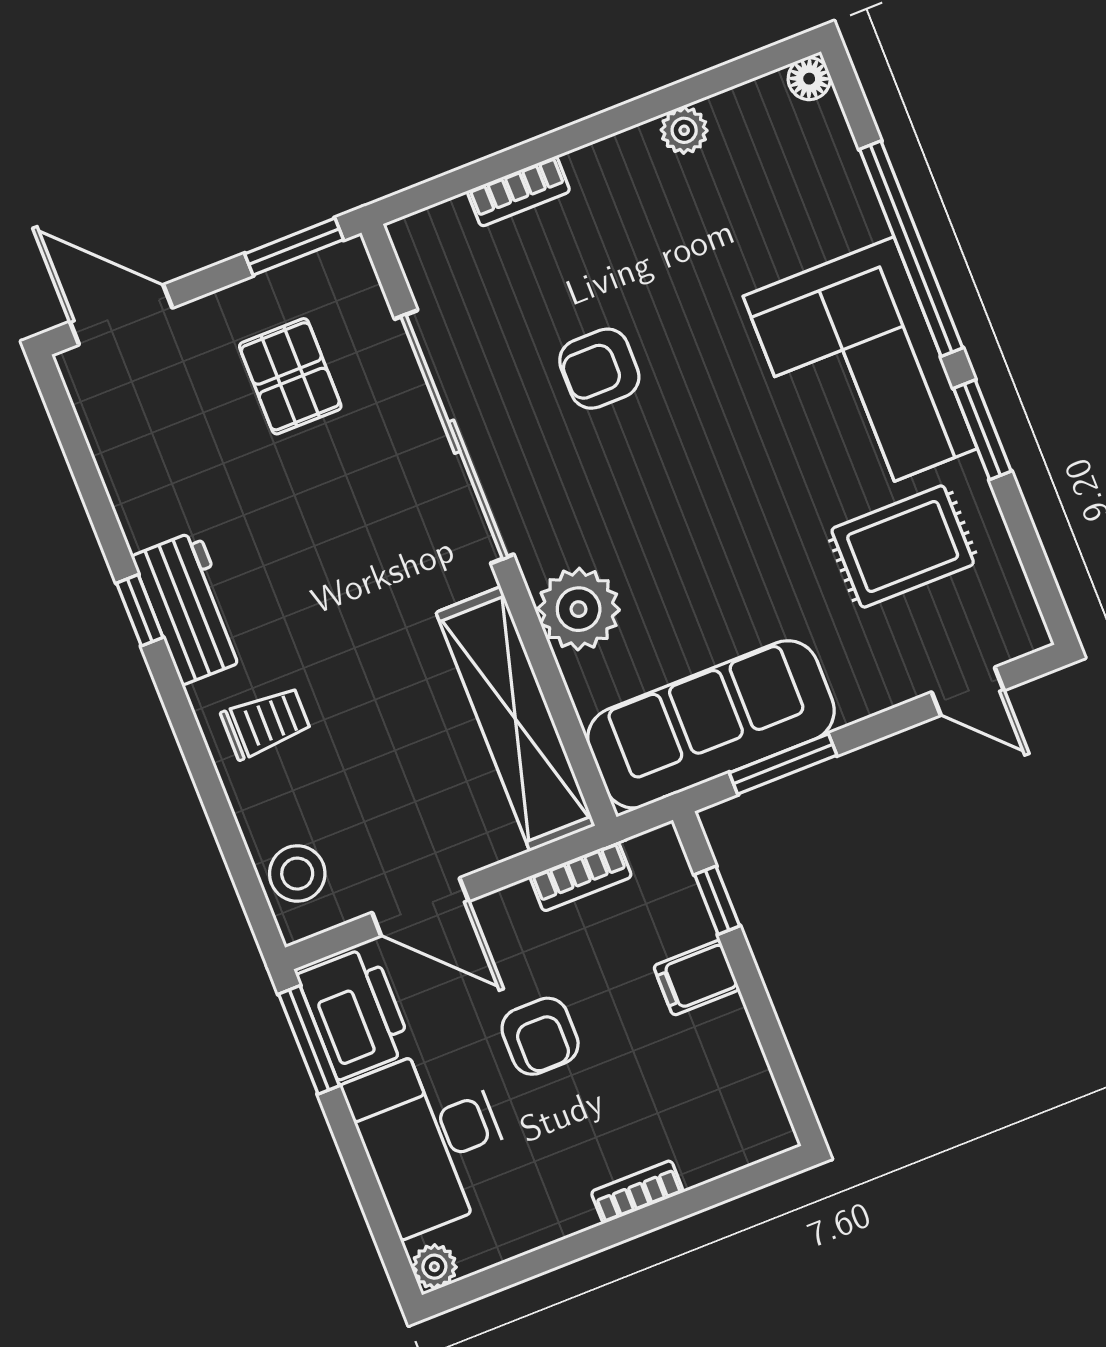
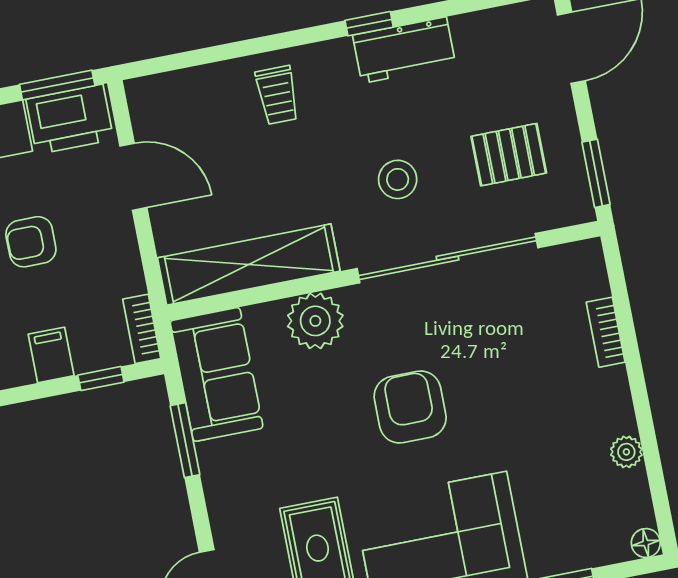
armchair: (599, 369) -> (410, 407), moved, width x1.38, depth x1.38
workbench: (190, 608) -> (404, 50), moved
sofa: (711, 724) -> (217, 374), width x0.73
stool: (297, 874) -> (398, 179), moved
bookcase: (581, 877) -> (142, 329), moved
door: (420, 907) -> (133, 177), swing flipped

